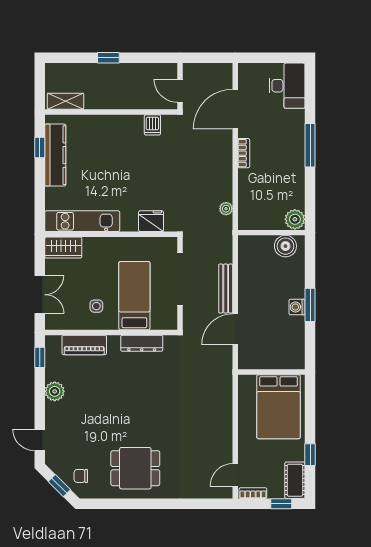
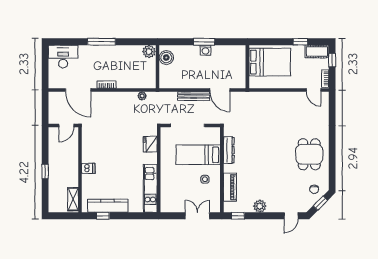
dishwasher: (152, 125) -> (88, 168), moved
wardrobe: (63, 248) -> (167, 201), removed

